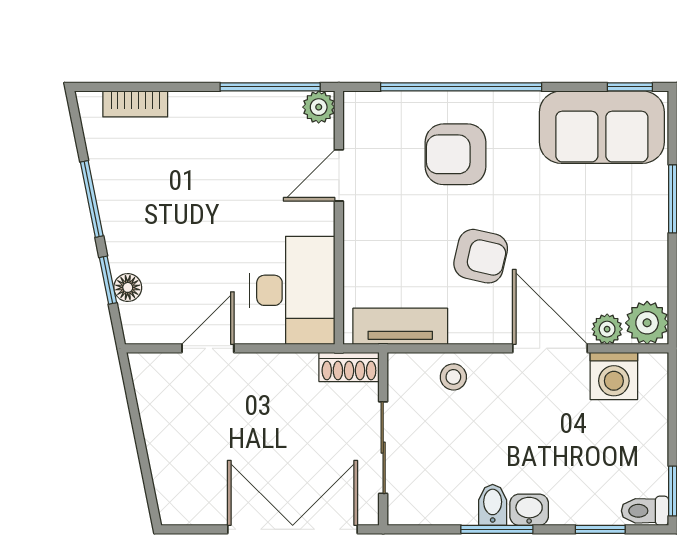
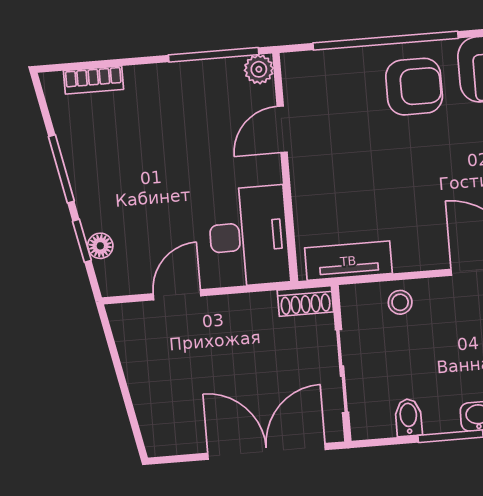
armchair: (456, 154) -> (414, 87), moved, turned 180
armchair: (481, 256) -> (416, 192), removed
bidet: (493, 505) -> (409, 417), moved

